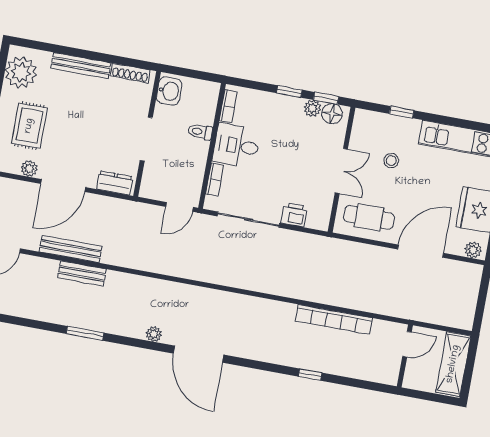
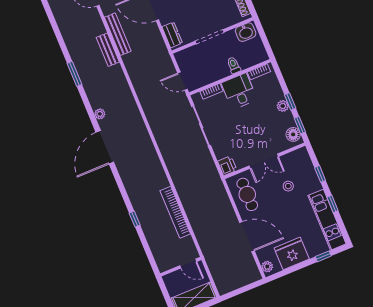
plant: (312, 108) -> (283, 106), moved
window: (448, 121) -> (332, 204), added
printer: (294, 215) -> (227, 166), moved

